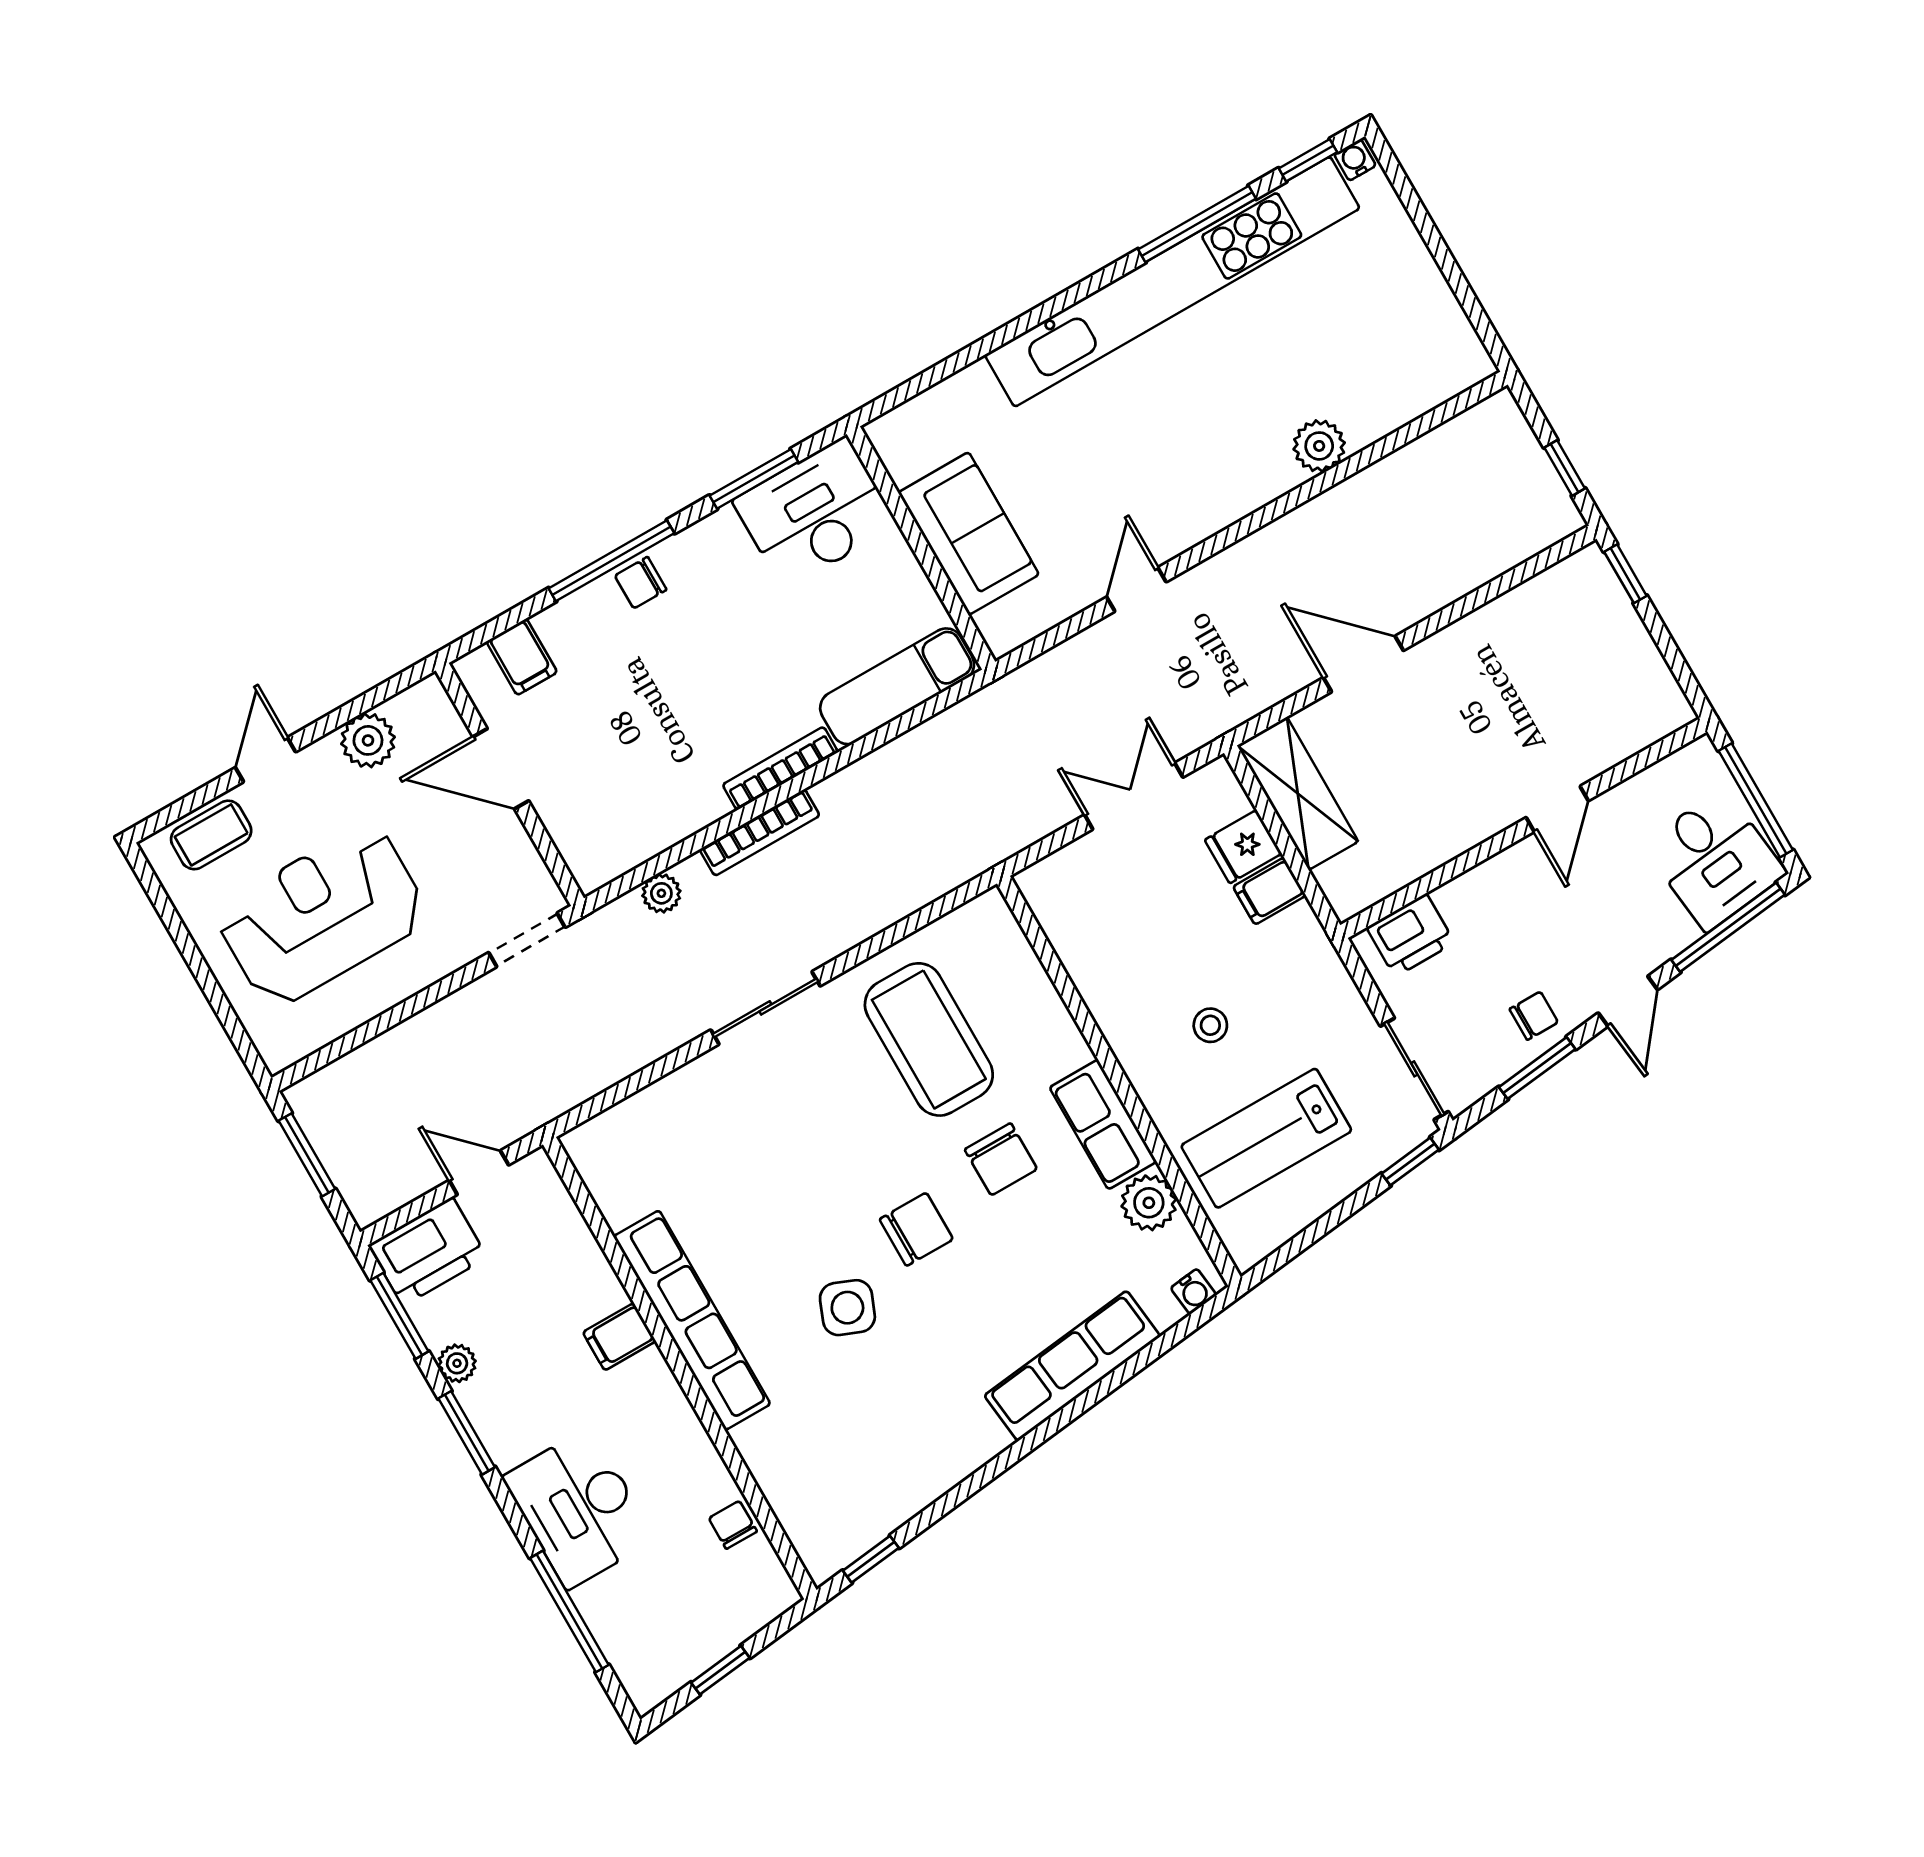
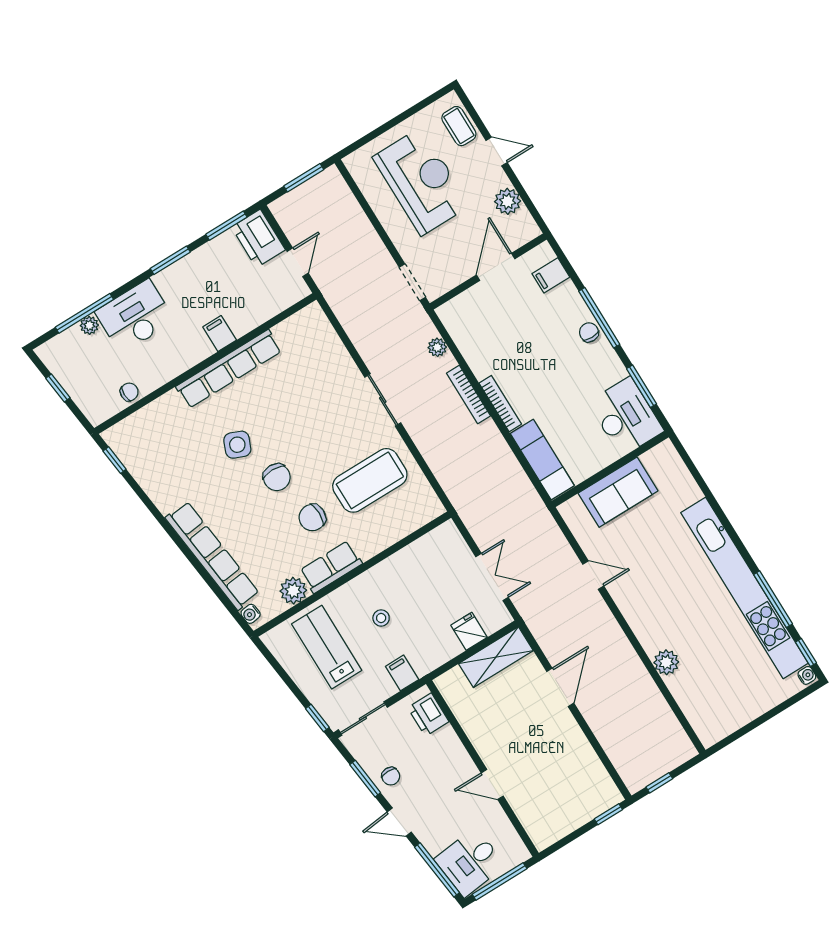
filing cabinet: (1269, 891) -> (402, 673), moved
plant: (457, 1363) -> (89, 325), moved
row of seats: (1072, 1366) -> (212, 556), width x1.36

